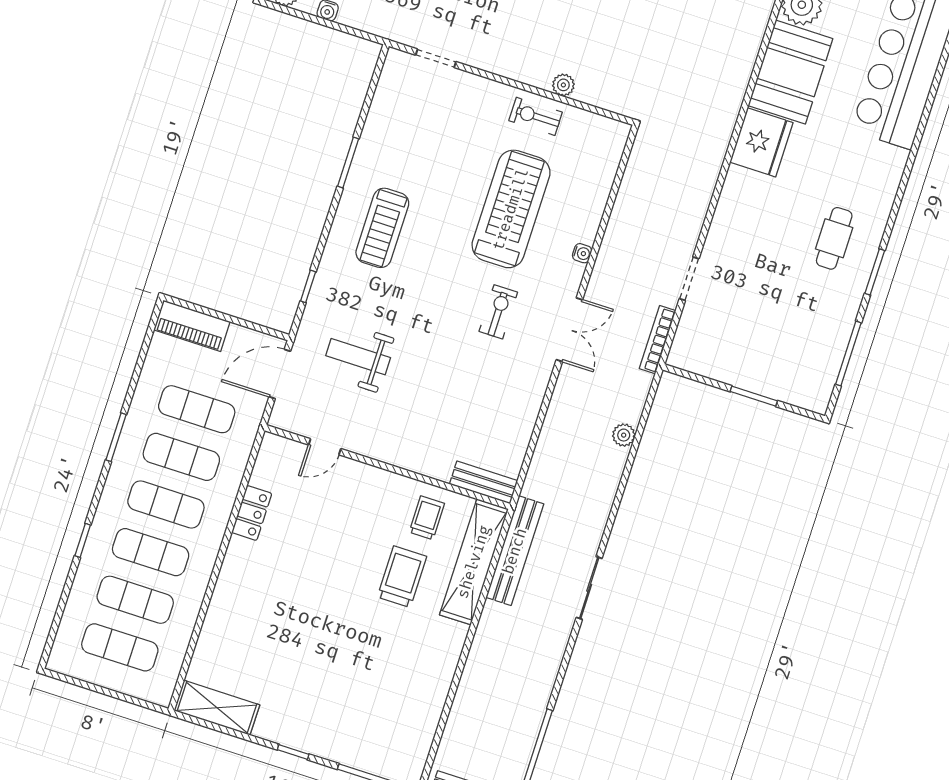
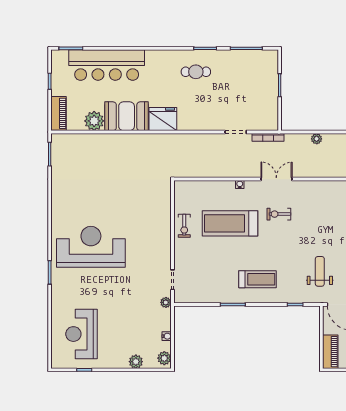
plant: (563, 85) -> (166, 302), moved
weight bench: (358, 357) -> (320, 271), turned 180

